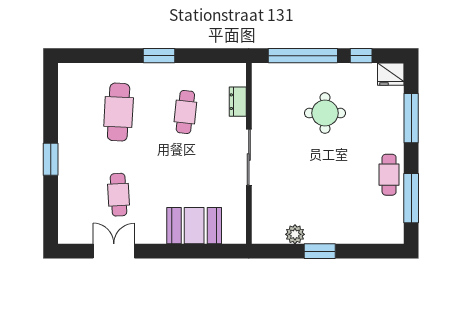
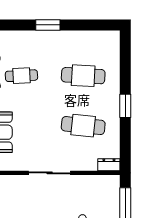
dresser: (238, 102) -> (109, 165), moved
cafe table: (185, 112) -> (83, 126), width x1.37, depth x1.35

